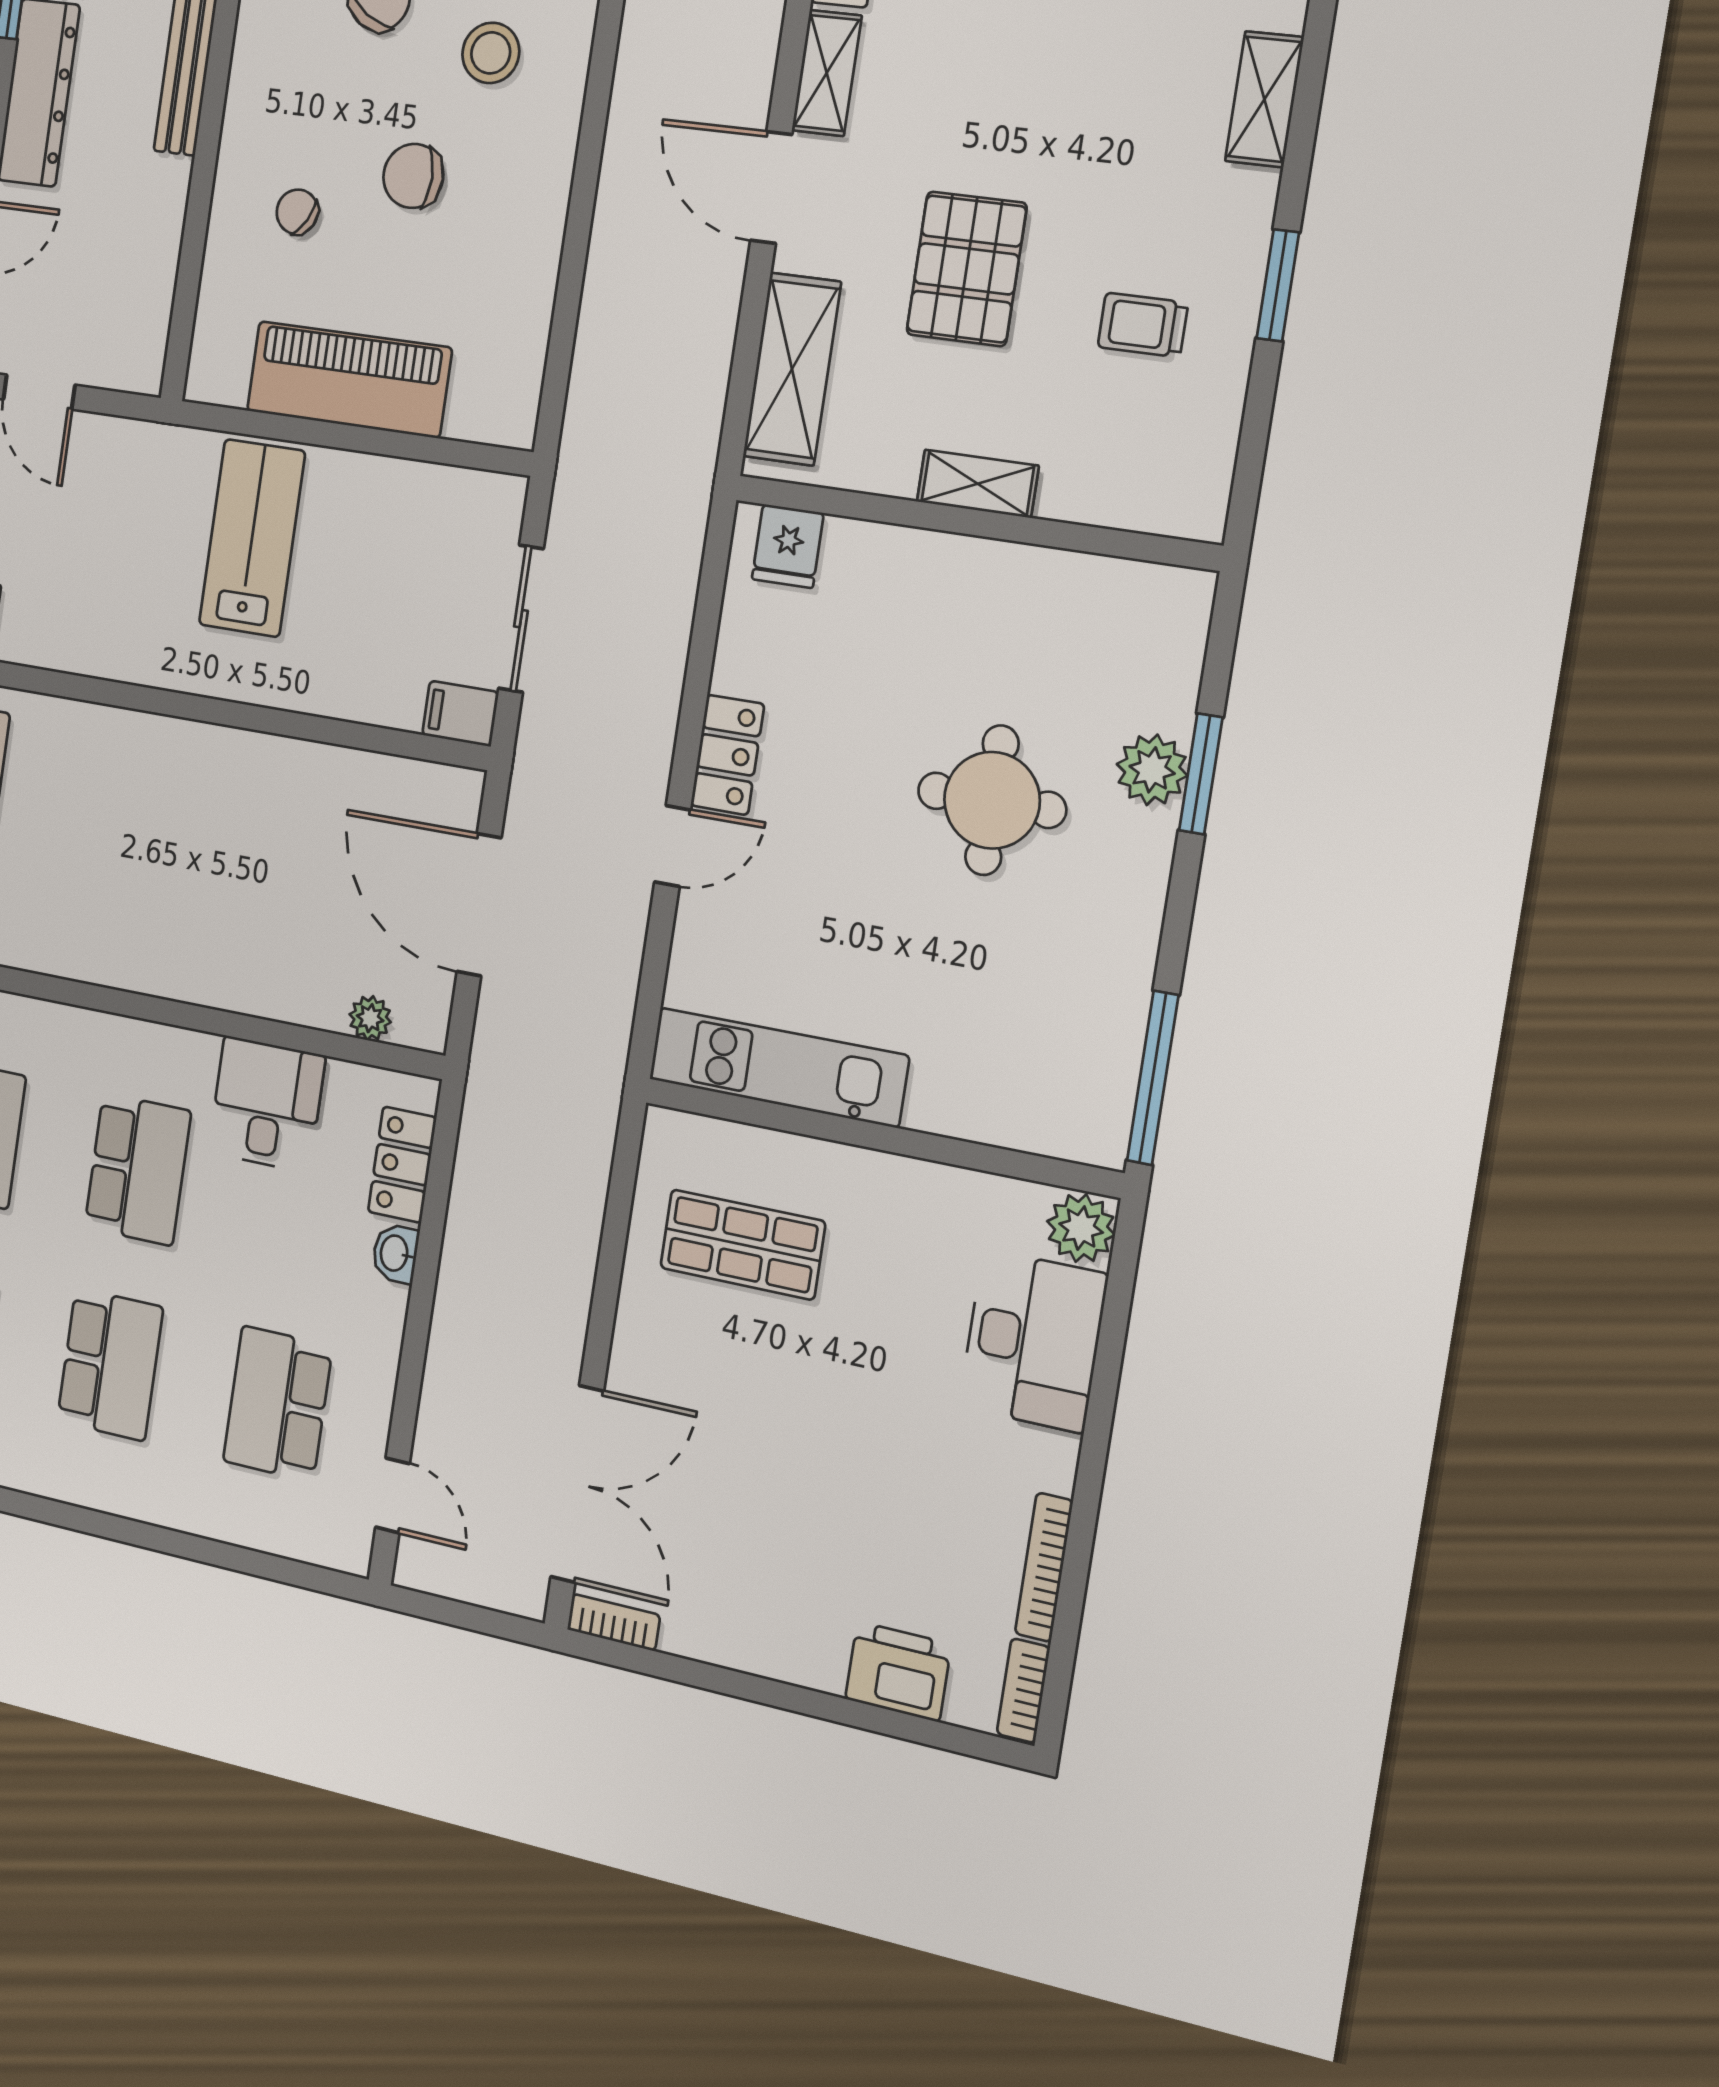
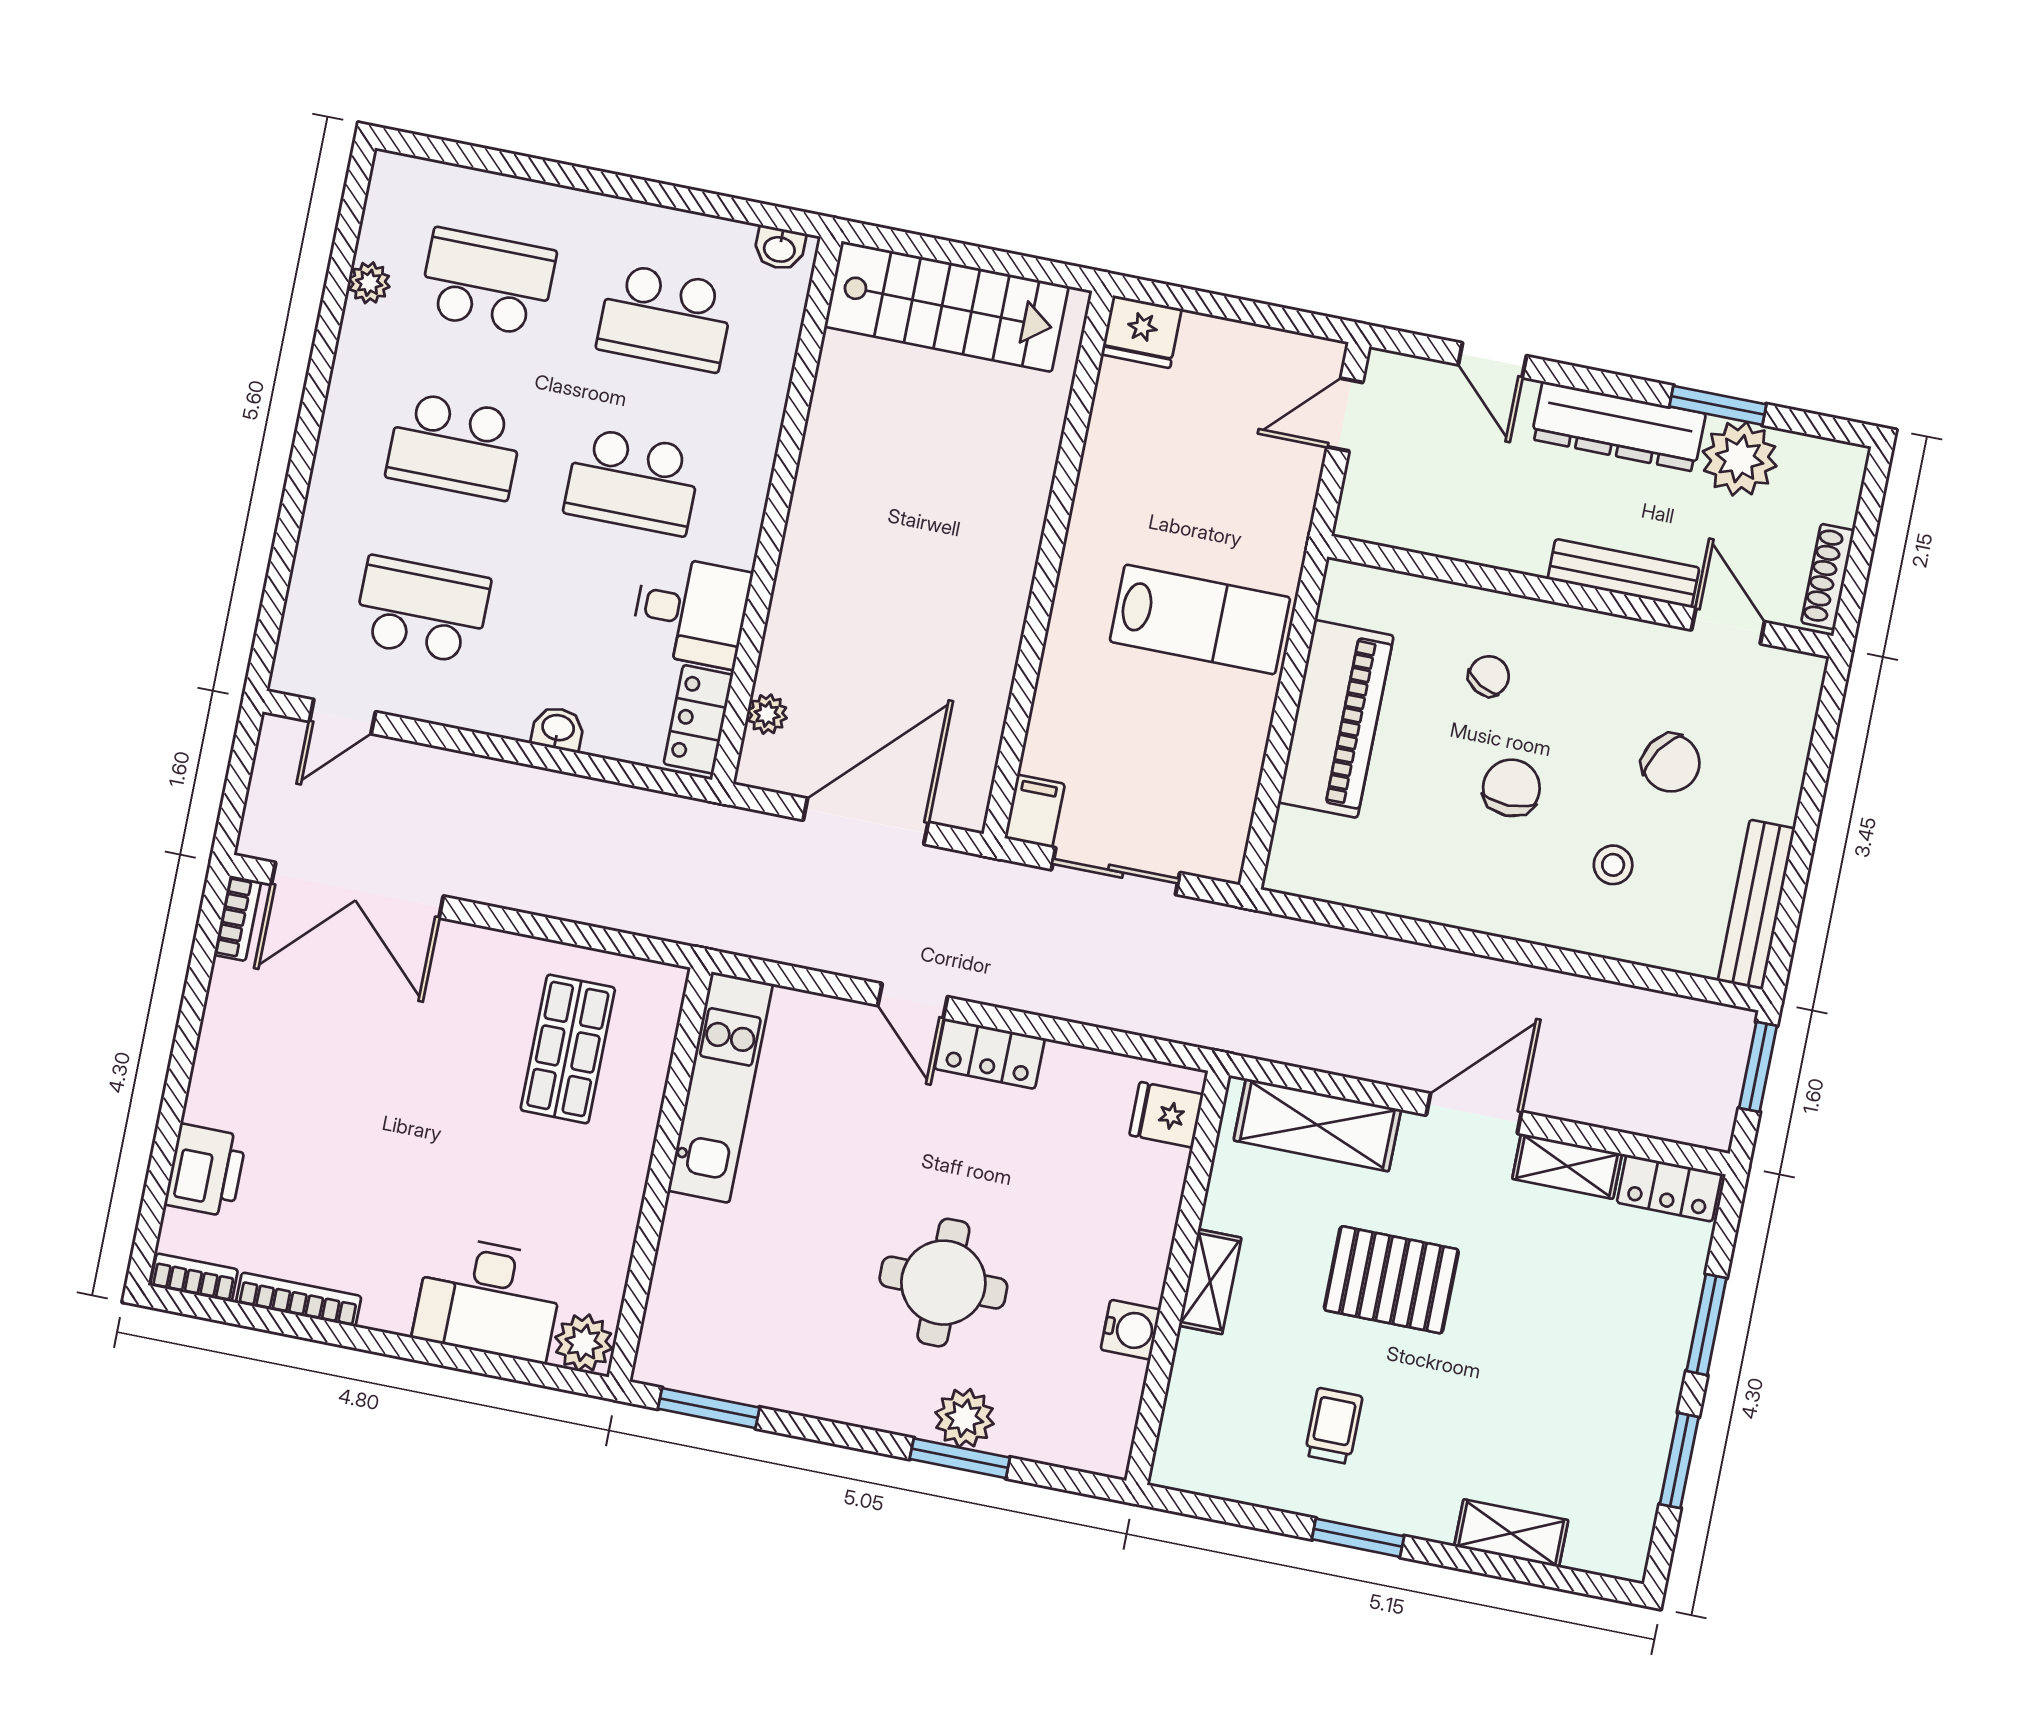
stool: (491, 53) -> (1613, 865), width x0.73, depth x0.73
water cooler: (1038, 575) -> (1131, 1330), added
window: (1153, 1078) -> (709, 1408), width x0.69
locker: (402, 1165) -> (698, 719), moved, turned -90

